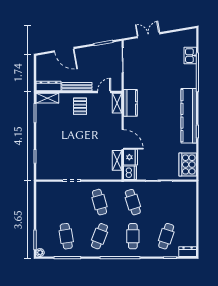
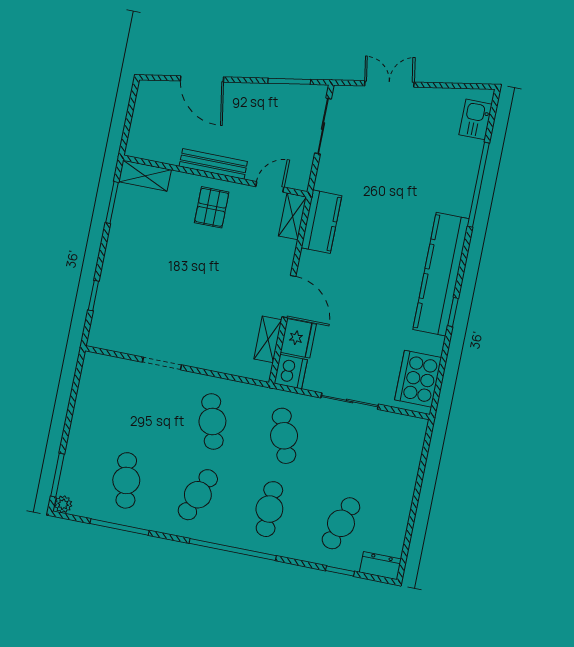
kitchen sink: (190, 56) -> (476, 119), moved
dresser: (49, 86) -> (153, 150), removed

